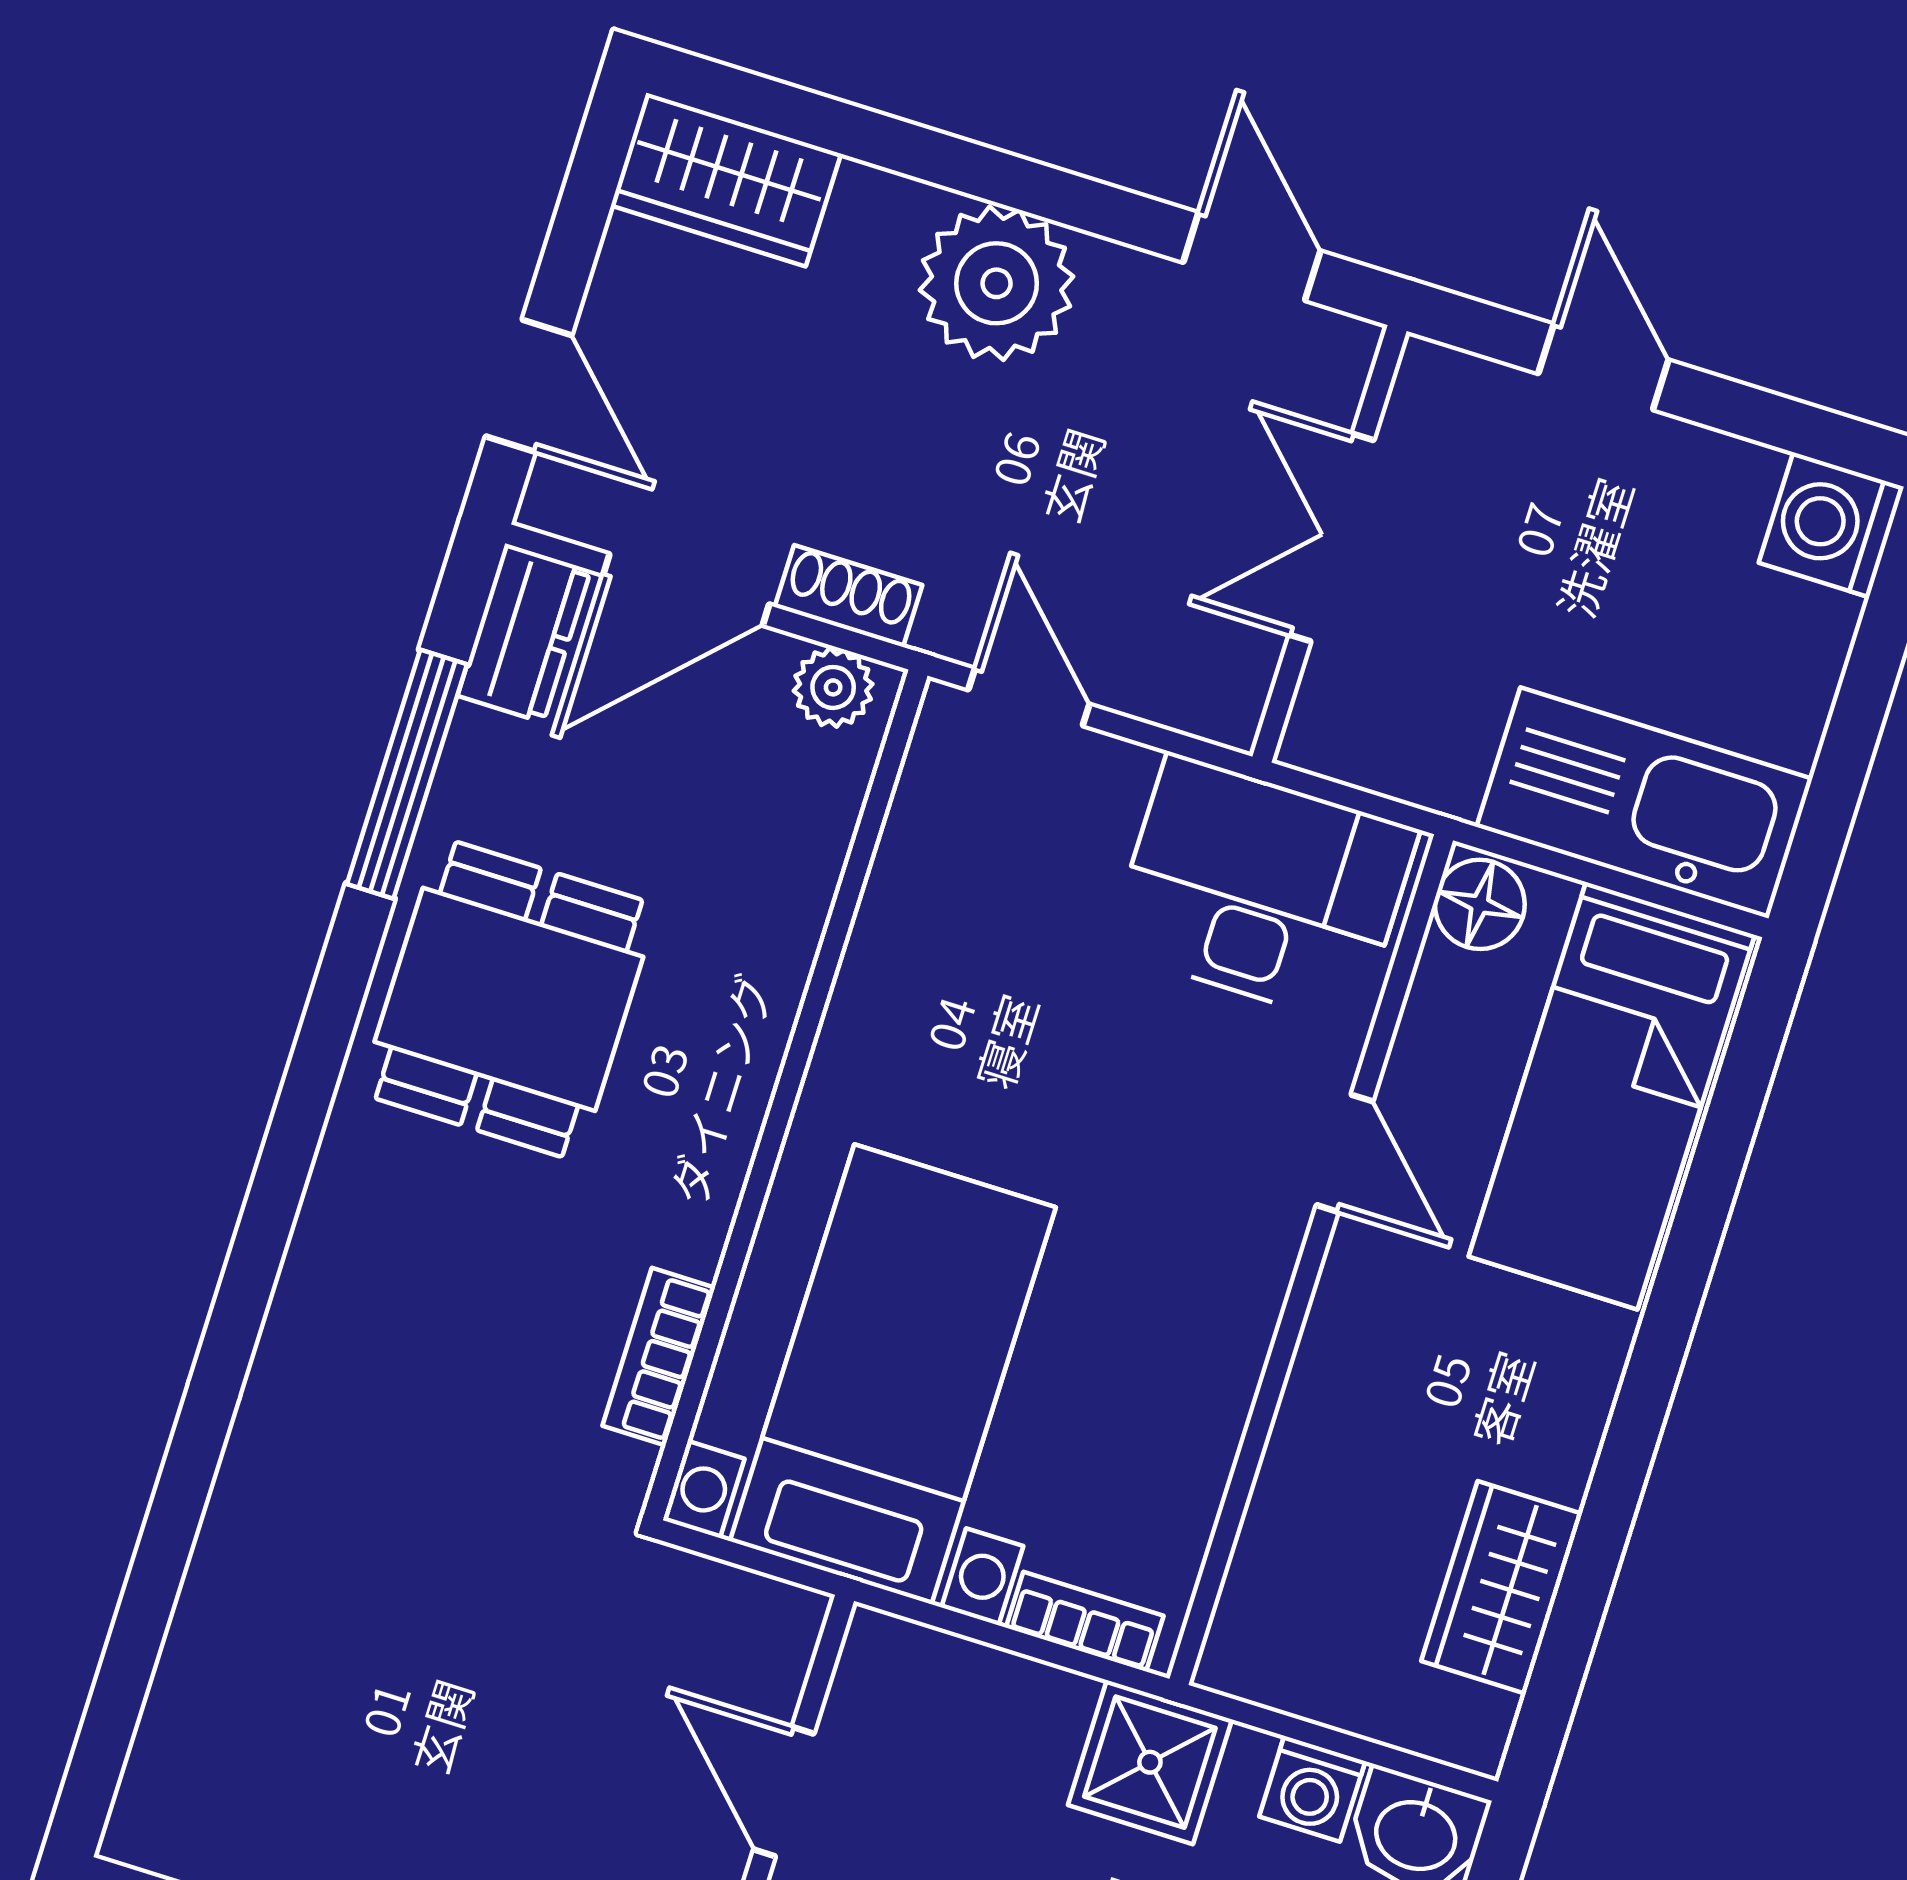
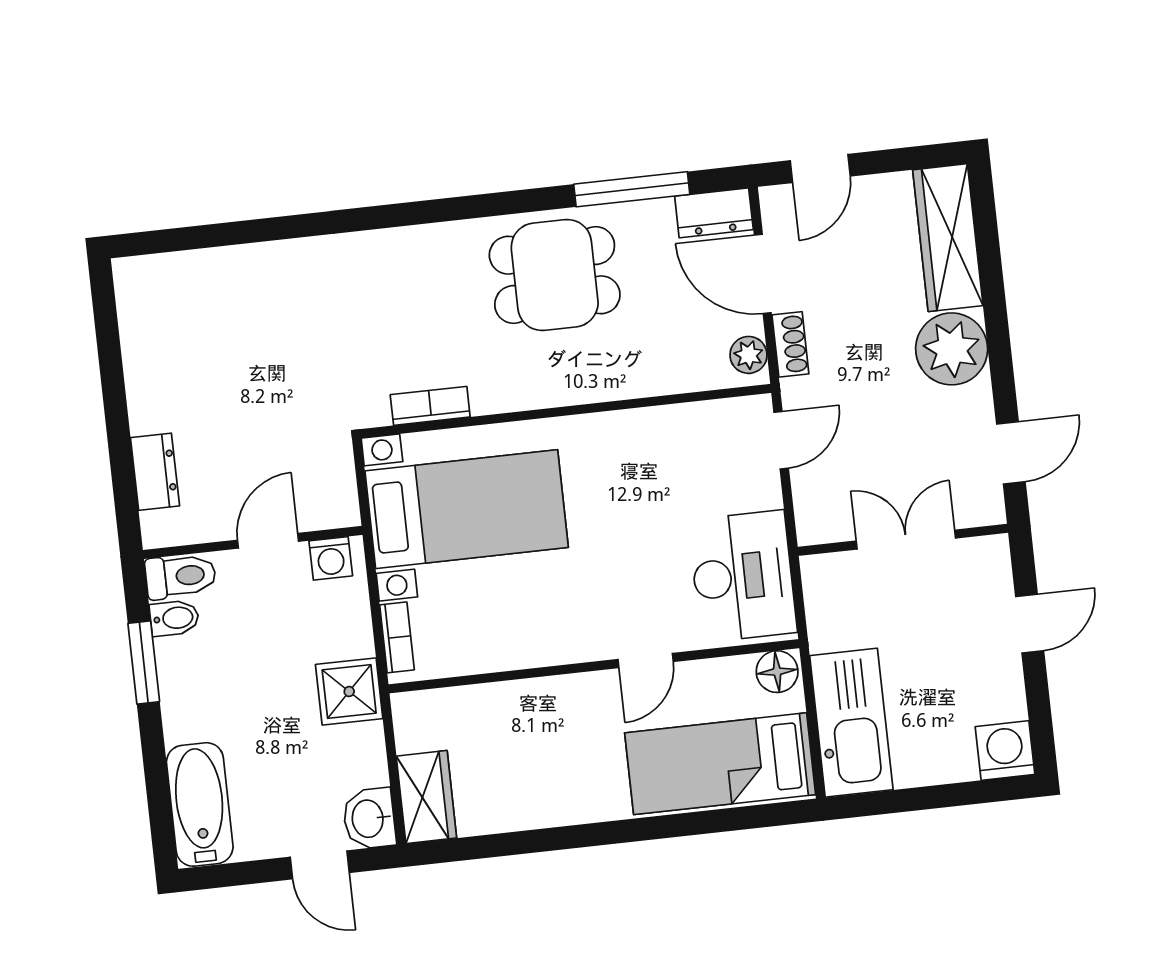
wardrobe: (726, 180) -> (948, 238), width x1.50
wardrobe: (1502, 1587) -> (426, 797), moved, turned 90
washing machine: (1312, 1789) -> (331, 558), moved, turned -90

